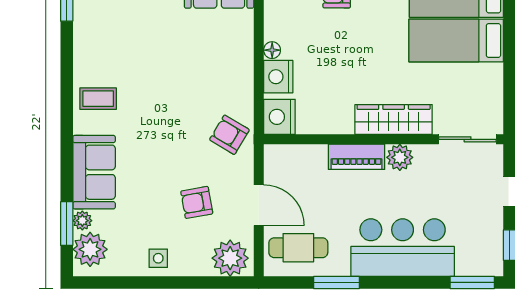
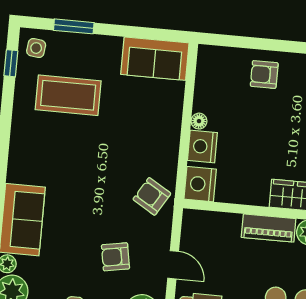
coffee table: (98, 99) -> (68, 95), moved, width x1.86, depth x1.72
door: (259, 205) -> (173, 265), width x0.73

